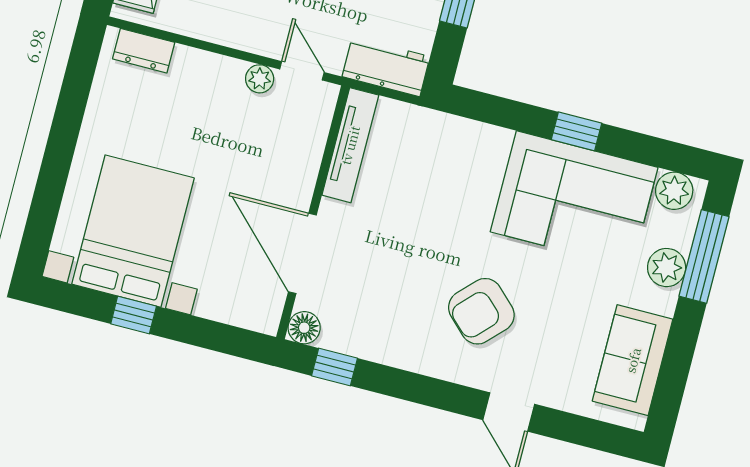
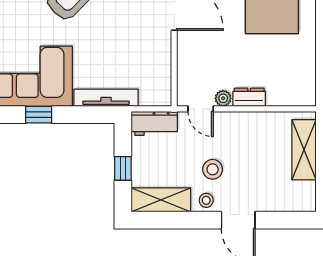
dresser: (144, 51) -> (249, 97), moved
tv unit: (350, 145) -> (106, 98), moved, turned 90

